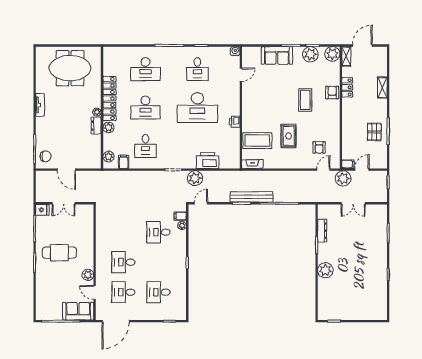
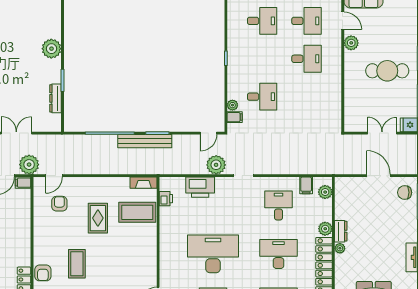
printer: (235, 122) -> (166, 199), moved

